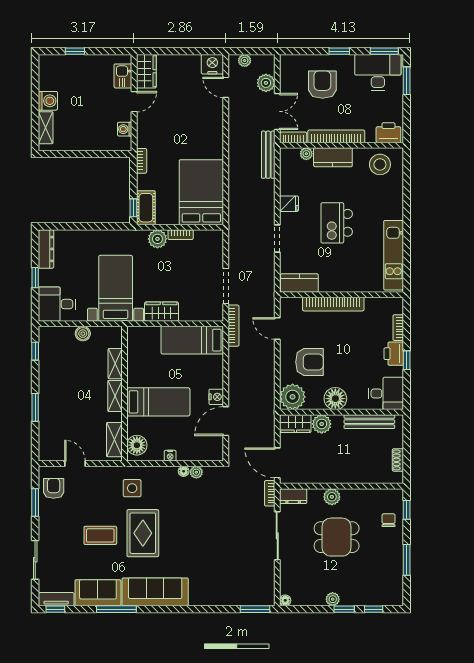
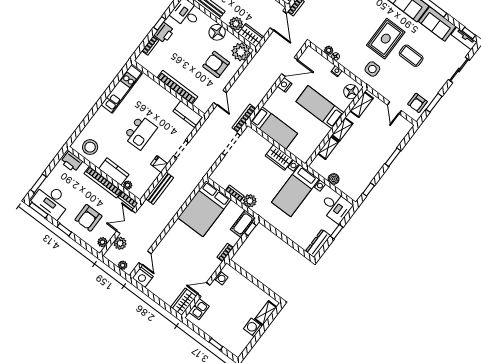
plant: (286, 69) -> (102, 242), added
bench: (268, 155) -> (160, 188), moved

